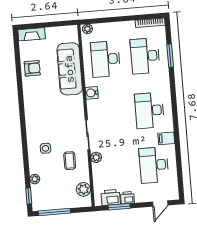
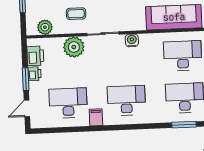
water cooler: (92, 93) -> (132, 40), moved
plant: (96, 157) -> (74, 47), width x1.88, depth x1.88
door: (160, 203) -> (27, 108), hinge flipped
window: (119, 207) -> (26, 79), moved

